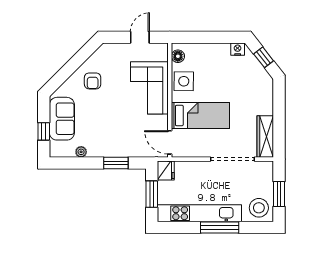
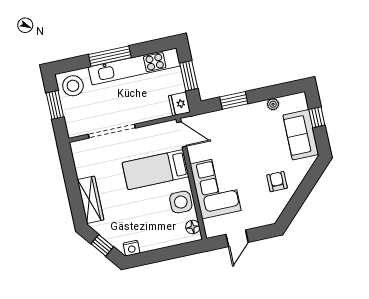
wardrobe: (265, 136) -> (91, 200), moved

